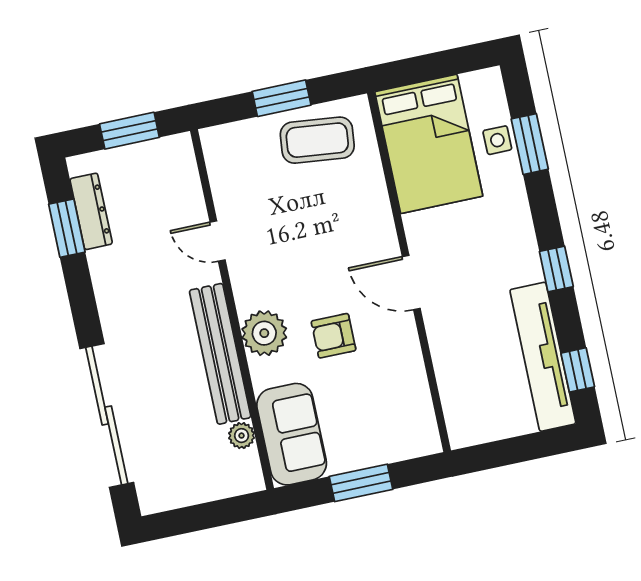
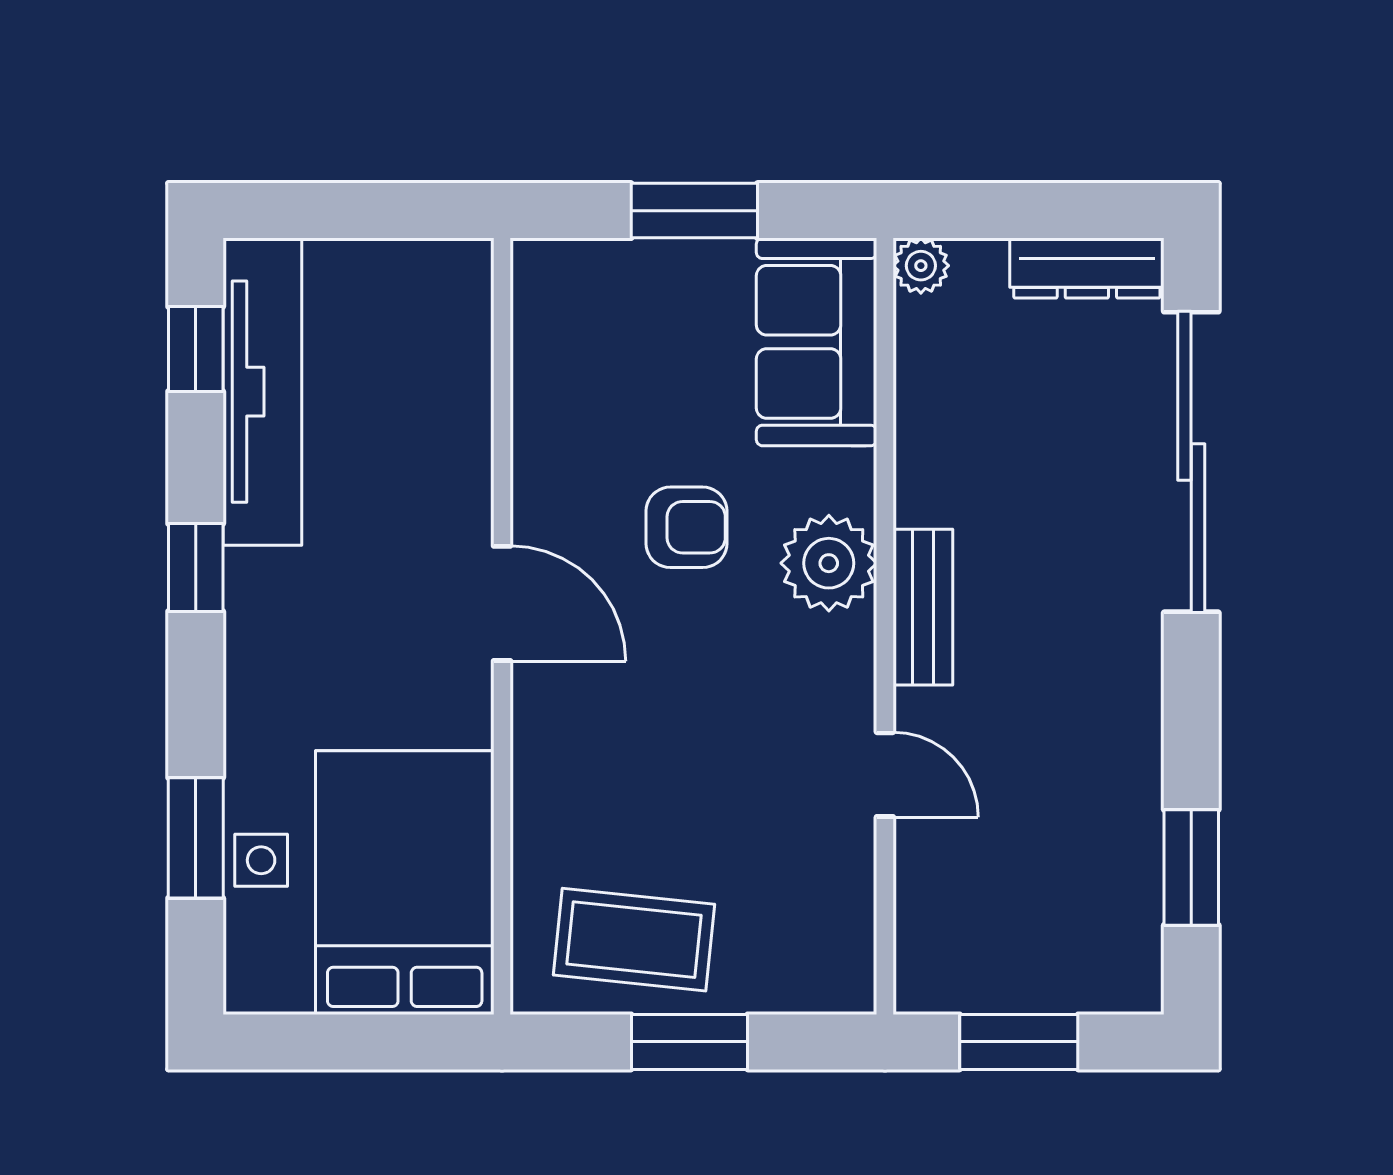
dresser: (91, 211) -> (1087, 268), moved, turned -90
bench: (220, 354) -> (923, 607), width x0.54, depth x0.82
plant: (242, 436) -> (921, 266), moved

